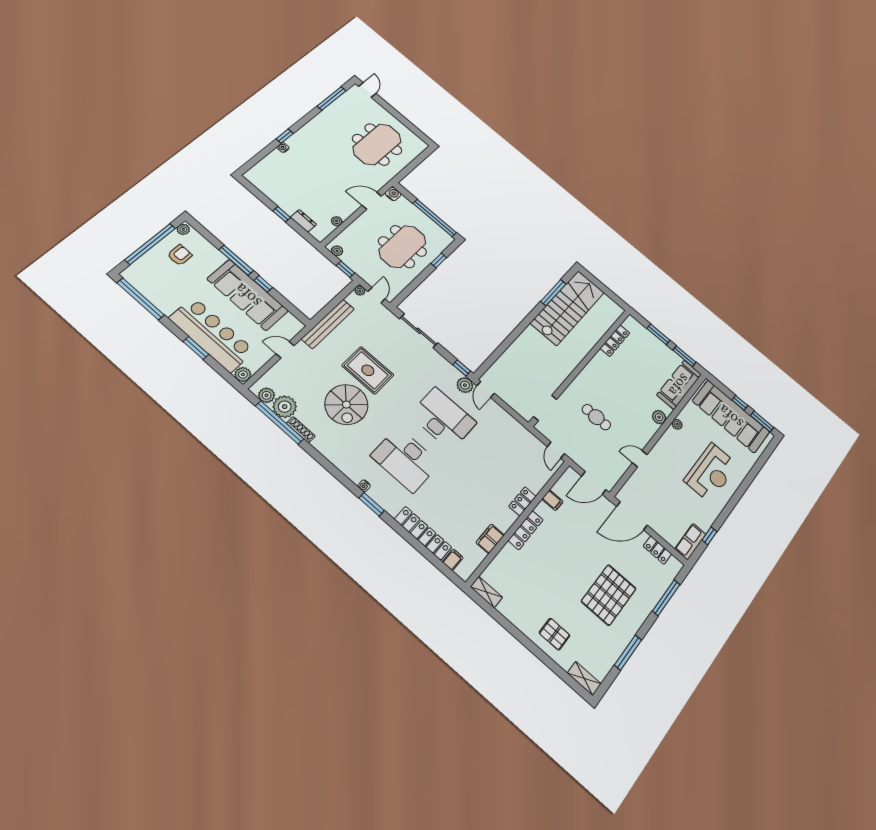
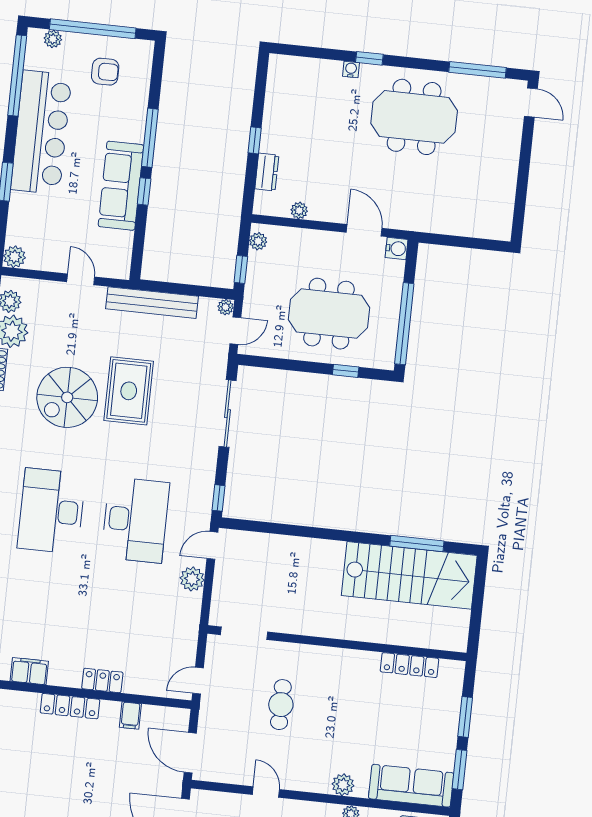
door: (367, 90) -> (531, 103), hinge flipped
meeting table: (377, 144) -> (414, 117), moved
plant: (183, 229) -> (53, 39), moved
sofa: (248, 295) -> (121, 186), width x0.74, depth x0.79
bar counter: (212, 334) -> (41, 132), moved
plant: (465, 385) -> (192, 579), moved

